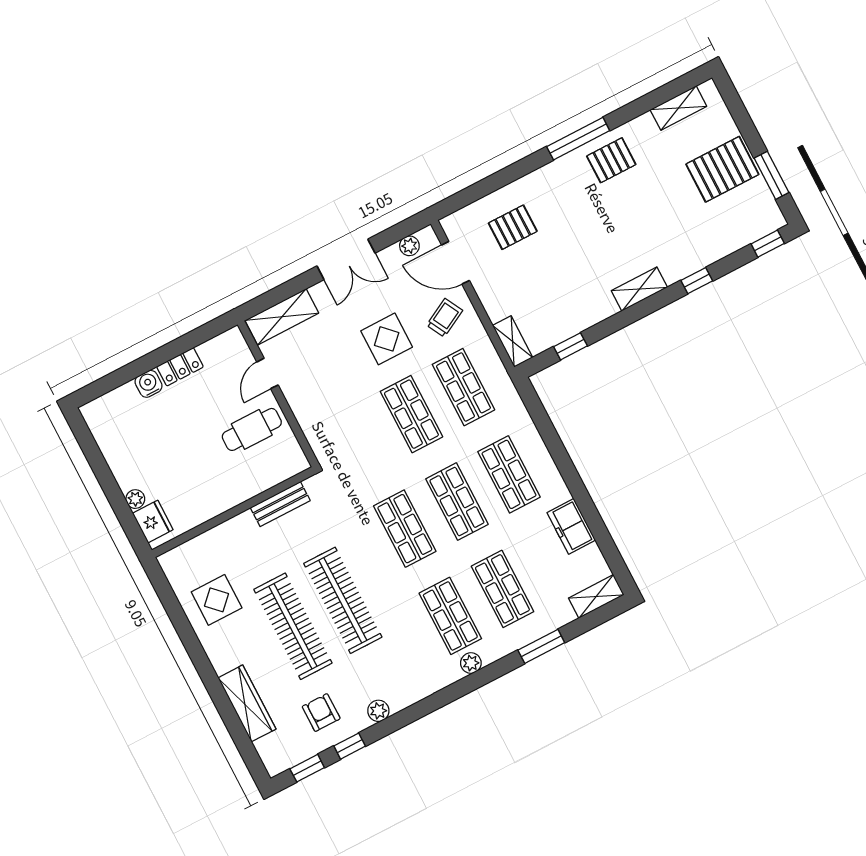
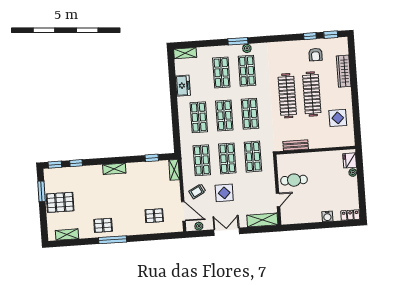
window: (697, 281) -> (76, 163), moved
locker: (180, 367) -> (350, 215), moved
shop shelf: (359, 441) -> (253, 157), added
window: (541, 646) -> (238, 41), moved
plant: (378, 711) -> (292, 45), removed

